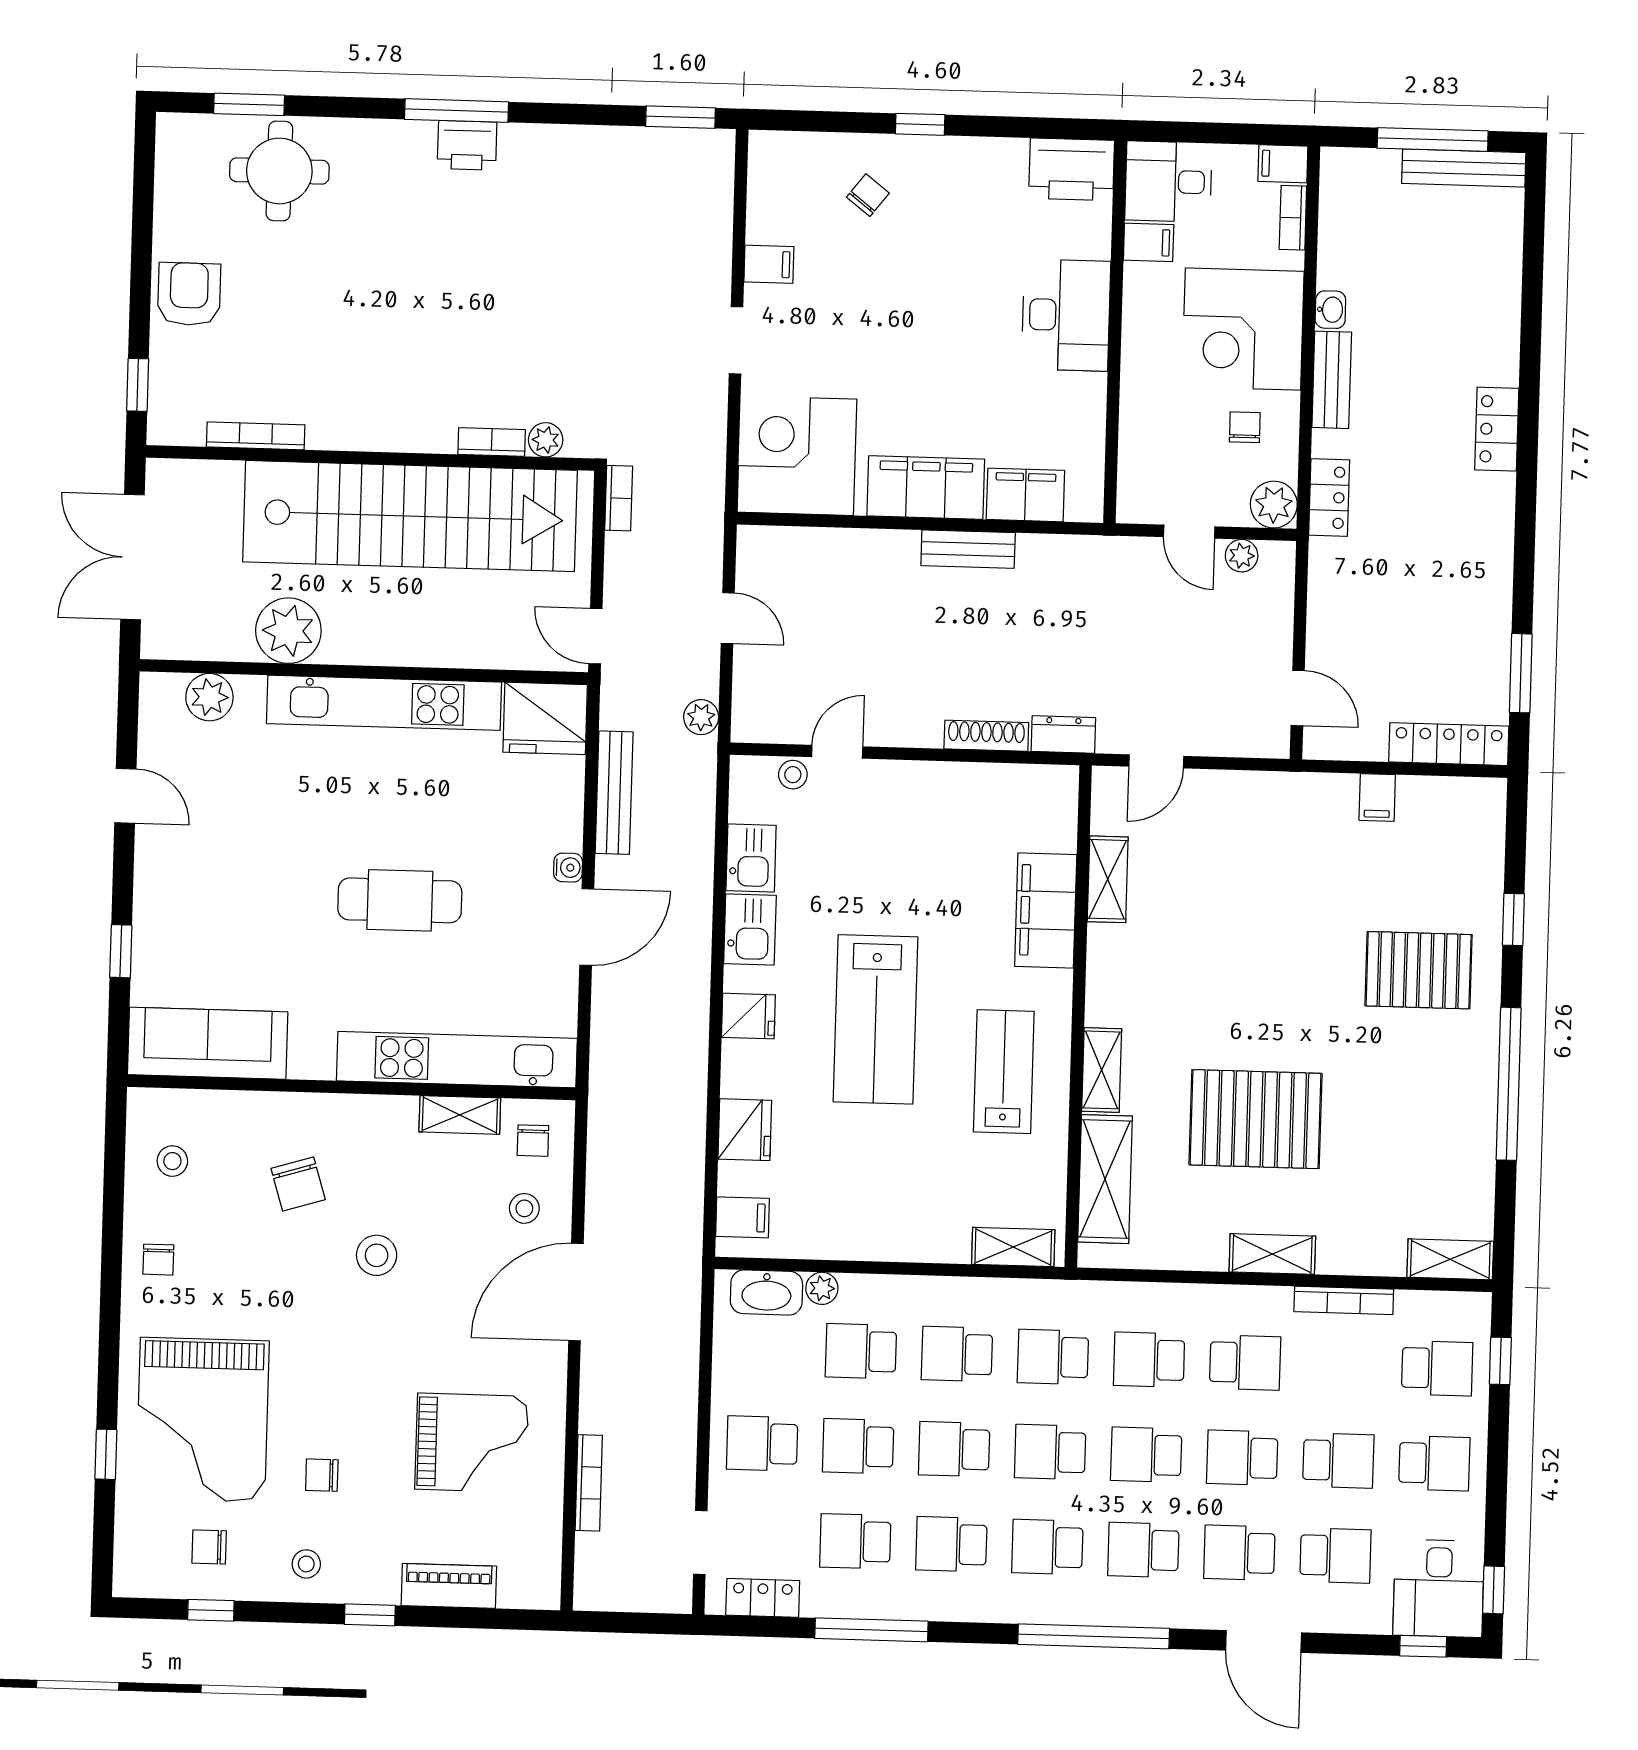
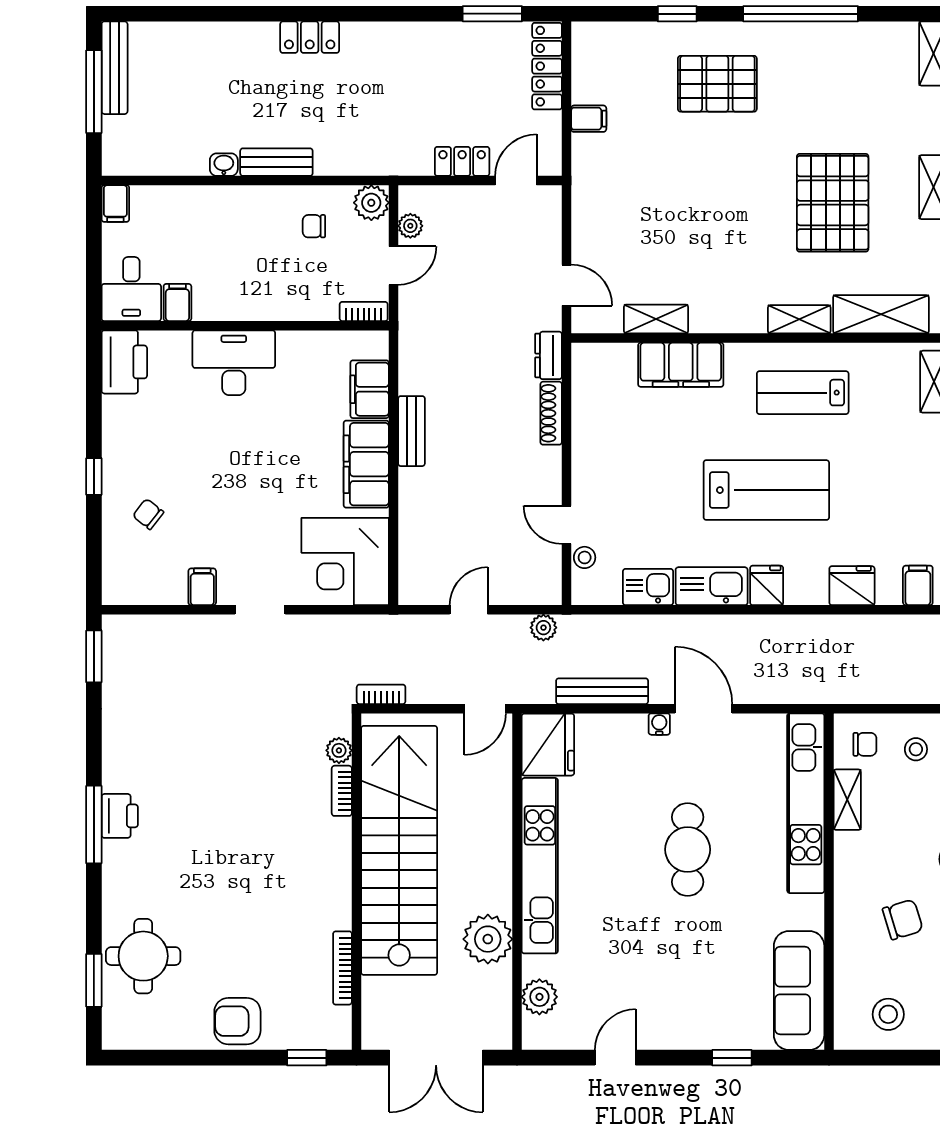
bookcase: (1293, 218) -> (364, 311), moved, turned 180
corner desk: (1243, 329) -> (240, 230), removed
locker: (1329, 497) -> (462, 161), moved
kitchen sink: (750, 930) -> (712, 586), width x1.38
pallet: (1419, 970) -> (717, 84), turned 90
stool: (172, 1161) -> (888, 1014), width x1.37, depth x1.37

